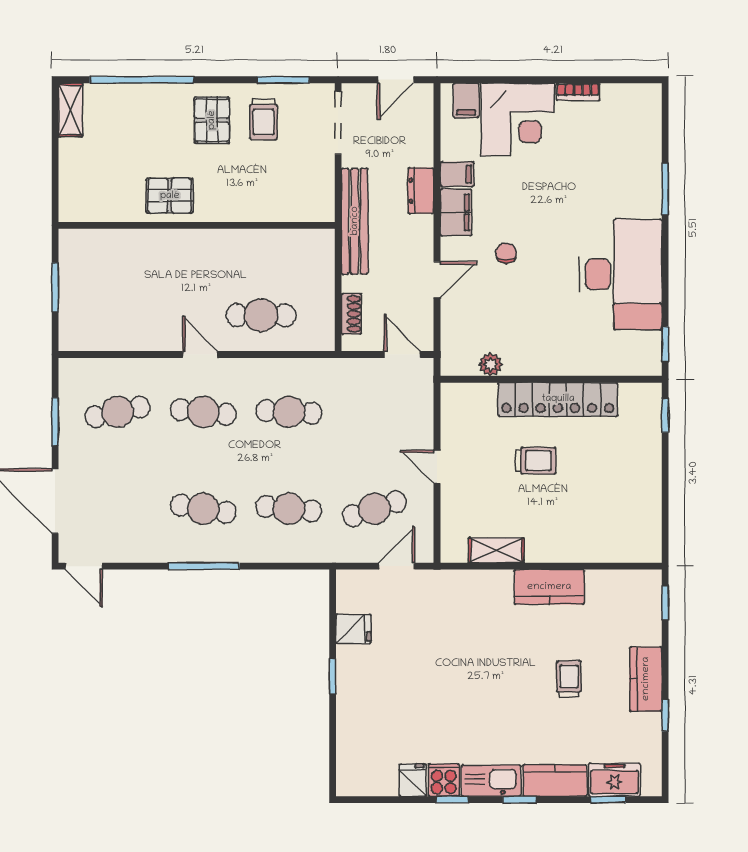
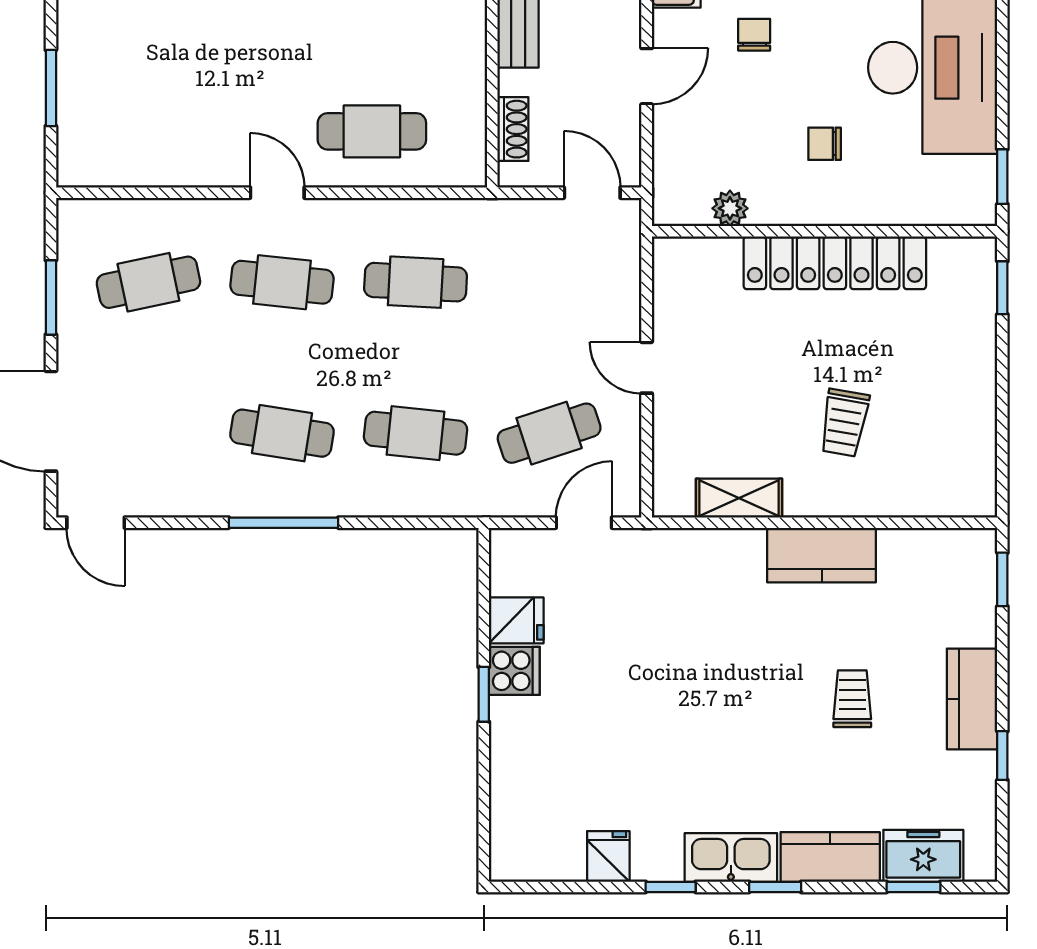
chair: (551, 323) -> (825, 144), added
trolley: (536, 461) -> (844, 423), moved, turned 100
cooker: (444, 780) -> (514, 671), moved, turned 90

